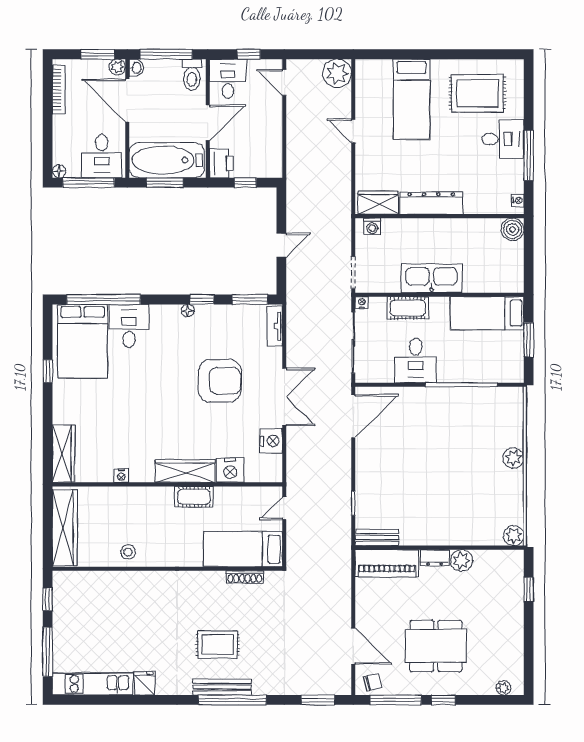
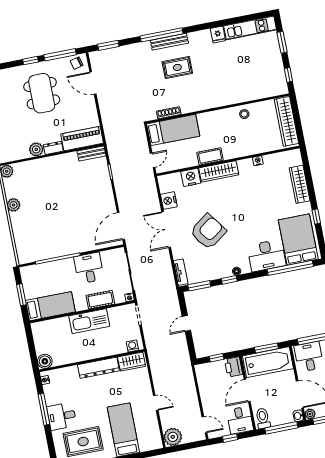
desk: (129, 326) -> (267, 256), width x1.37
armchair: (220, 381) -> (208, 232), turned 144
wardrobe: (64, 454) -> (300, 184), moved
plant: (513, 458) -> (14, 205), moved
dining table: (436, 646) -> (42, 93), turned 90
window: (48, 652) -> (282, 42), width x0.69

